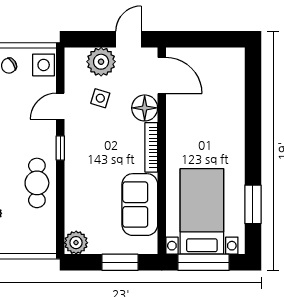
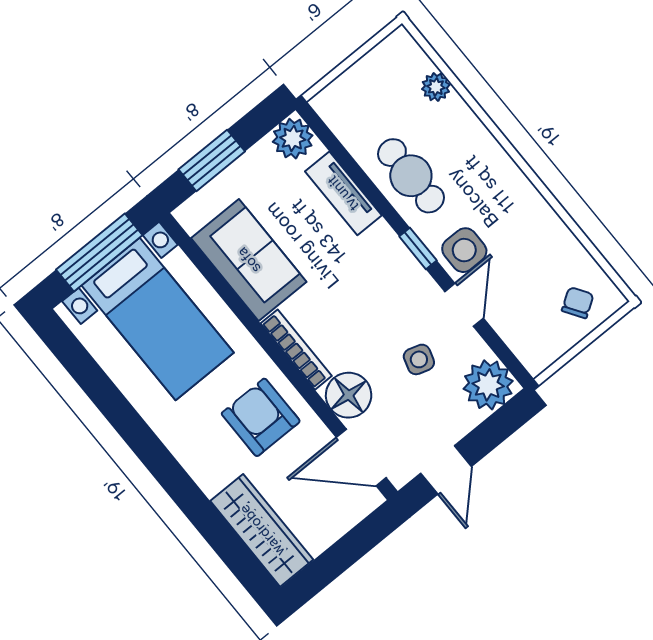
plant: (101, 62) -> (488, 385), moved
side table: (44, 65) -> (464, 250), moved
wardrobe: (233, 79) -> (262, 530), added
armchair: (192, 130) -> (261, 417), added
tv unit: (73, 200) -> (343, 193), added
window: (253, 204) -> (97, 385), removed

